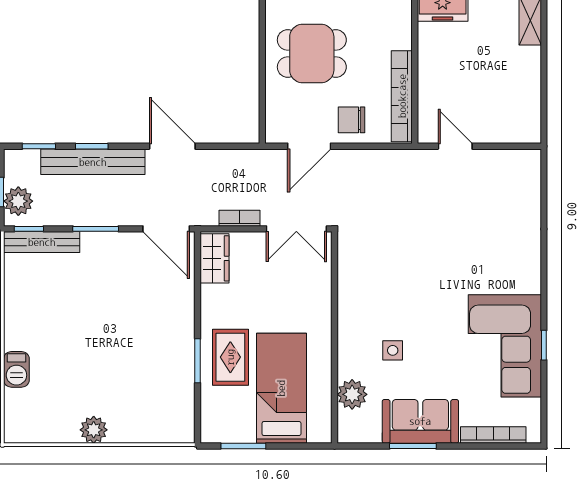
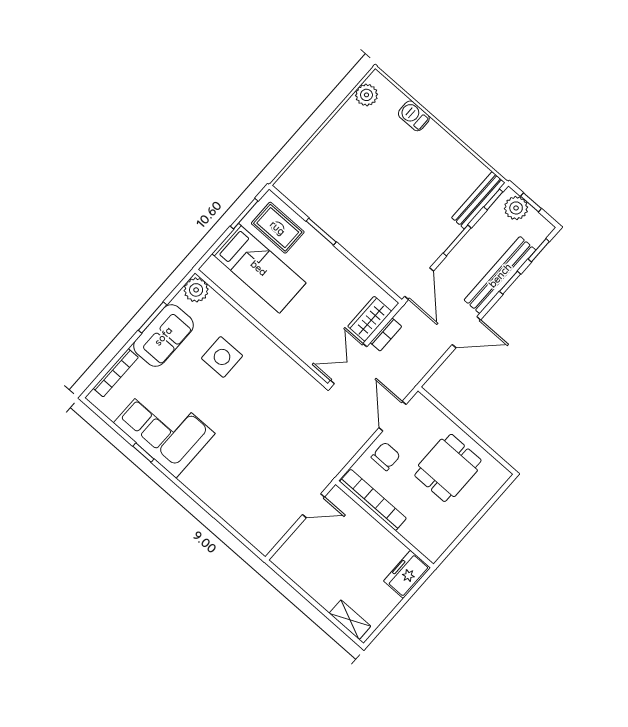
door: (166, 229) -> (419, 284), swing flipped
wardrobe: (215, 258) -> (370, 319), moved, turned 90
side table: (393, 350) -> (222, 357), width x1.87, depth x1.87
rug: (230, 357) -> (278, 228), moved
plant: (352, 394) -> (196, 290), moved
plant: (94, 430) -> (366, 95), moved

